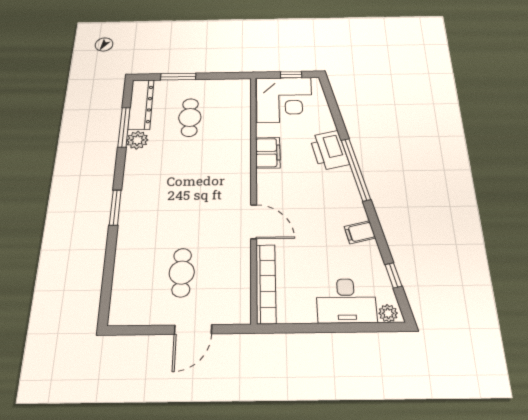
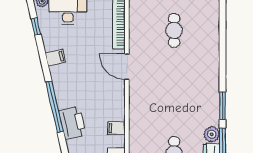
filing cabinet: (268, 153) -> (116, 128), width x0.50
window: (115, 208) -> (222, 106), moved

